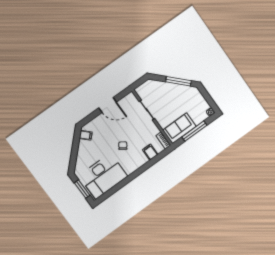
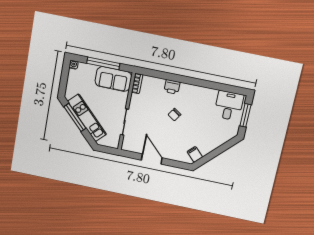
kitchen unit: (171, 89) -> (87, 118), added
filing cabinet: (150, 152) -> (158, 85), removed
printer: (141, 160) -> (172, 87), added
desk: (103, 176) -> (229, 106), width x0.53, depth x0.77

